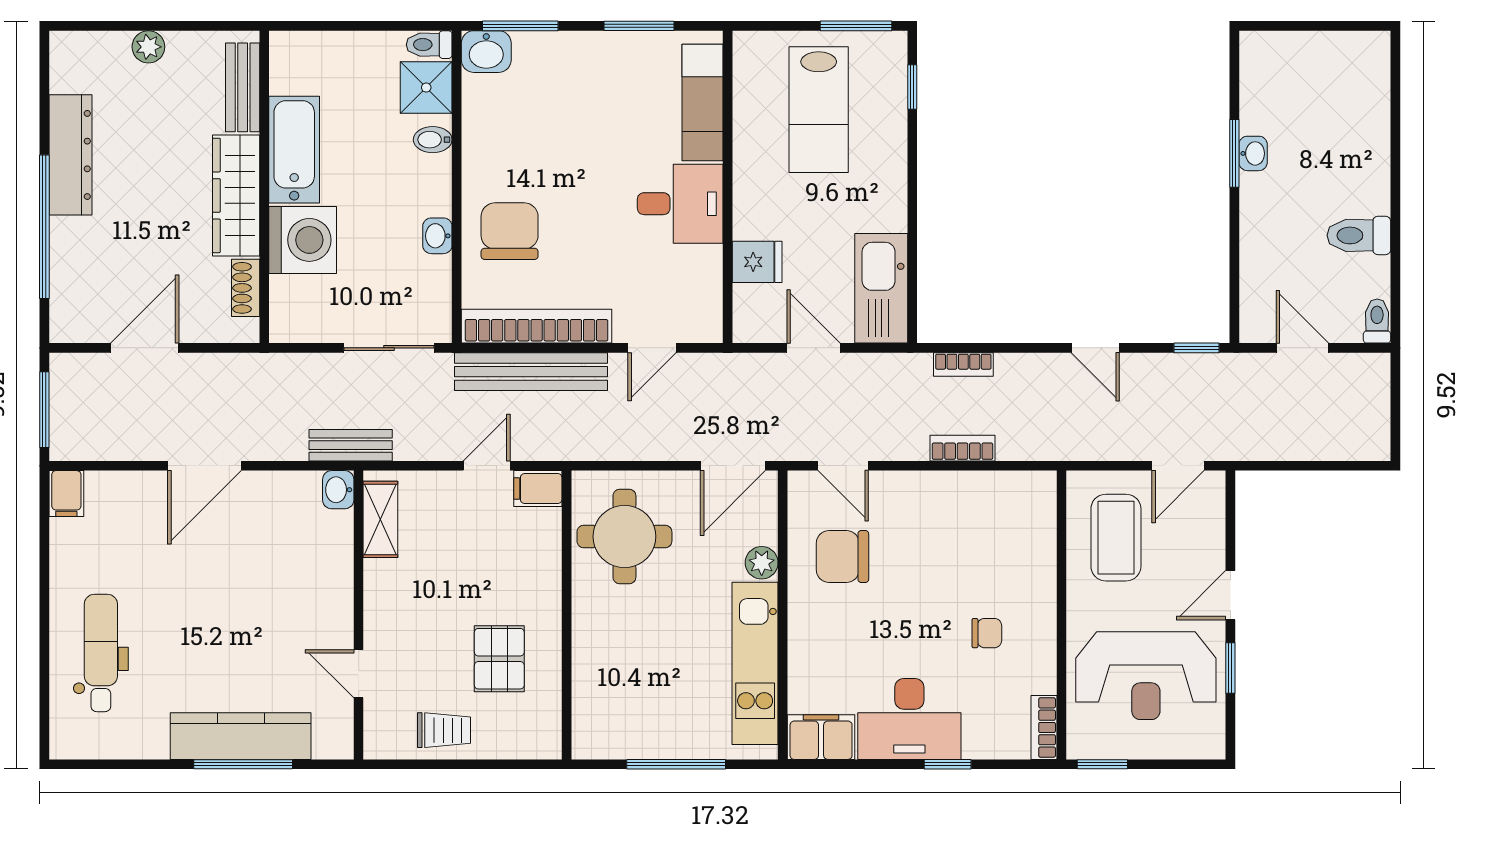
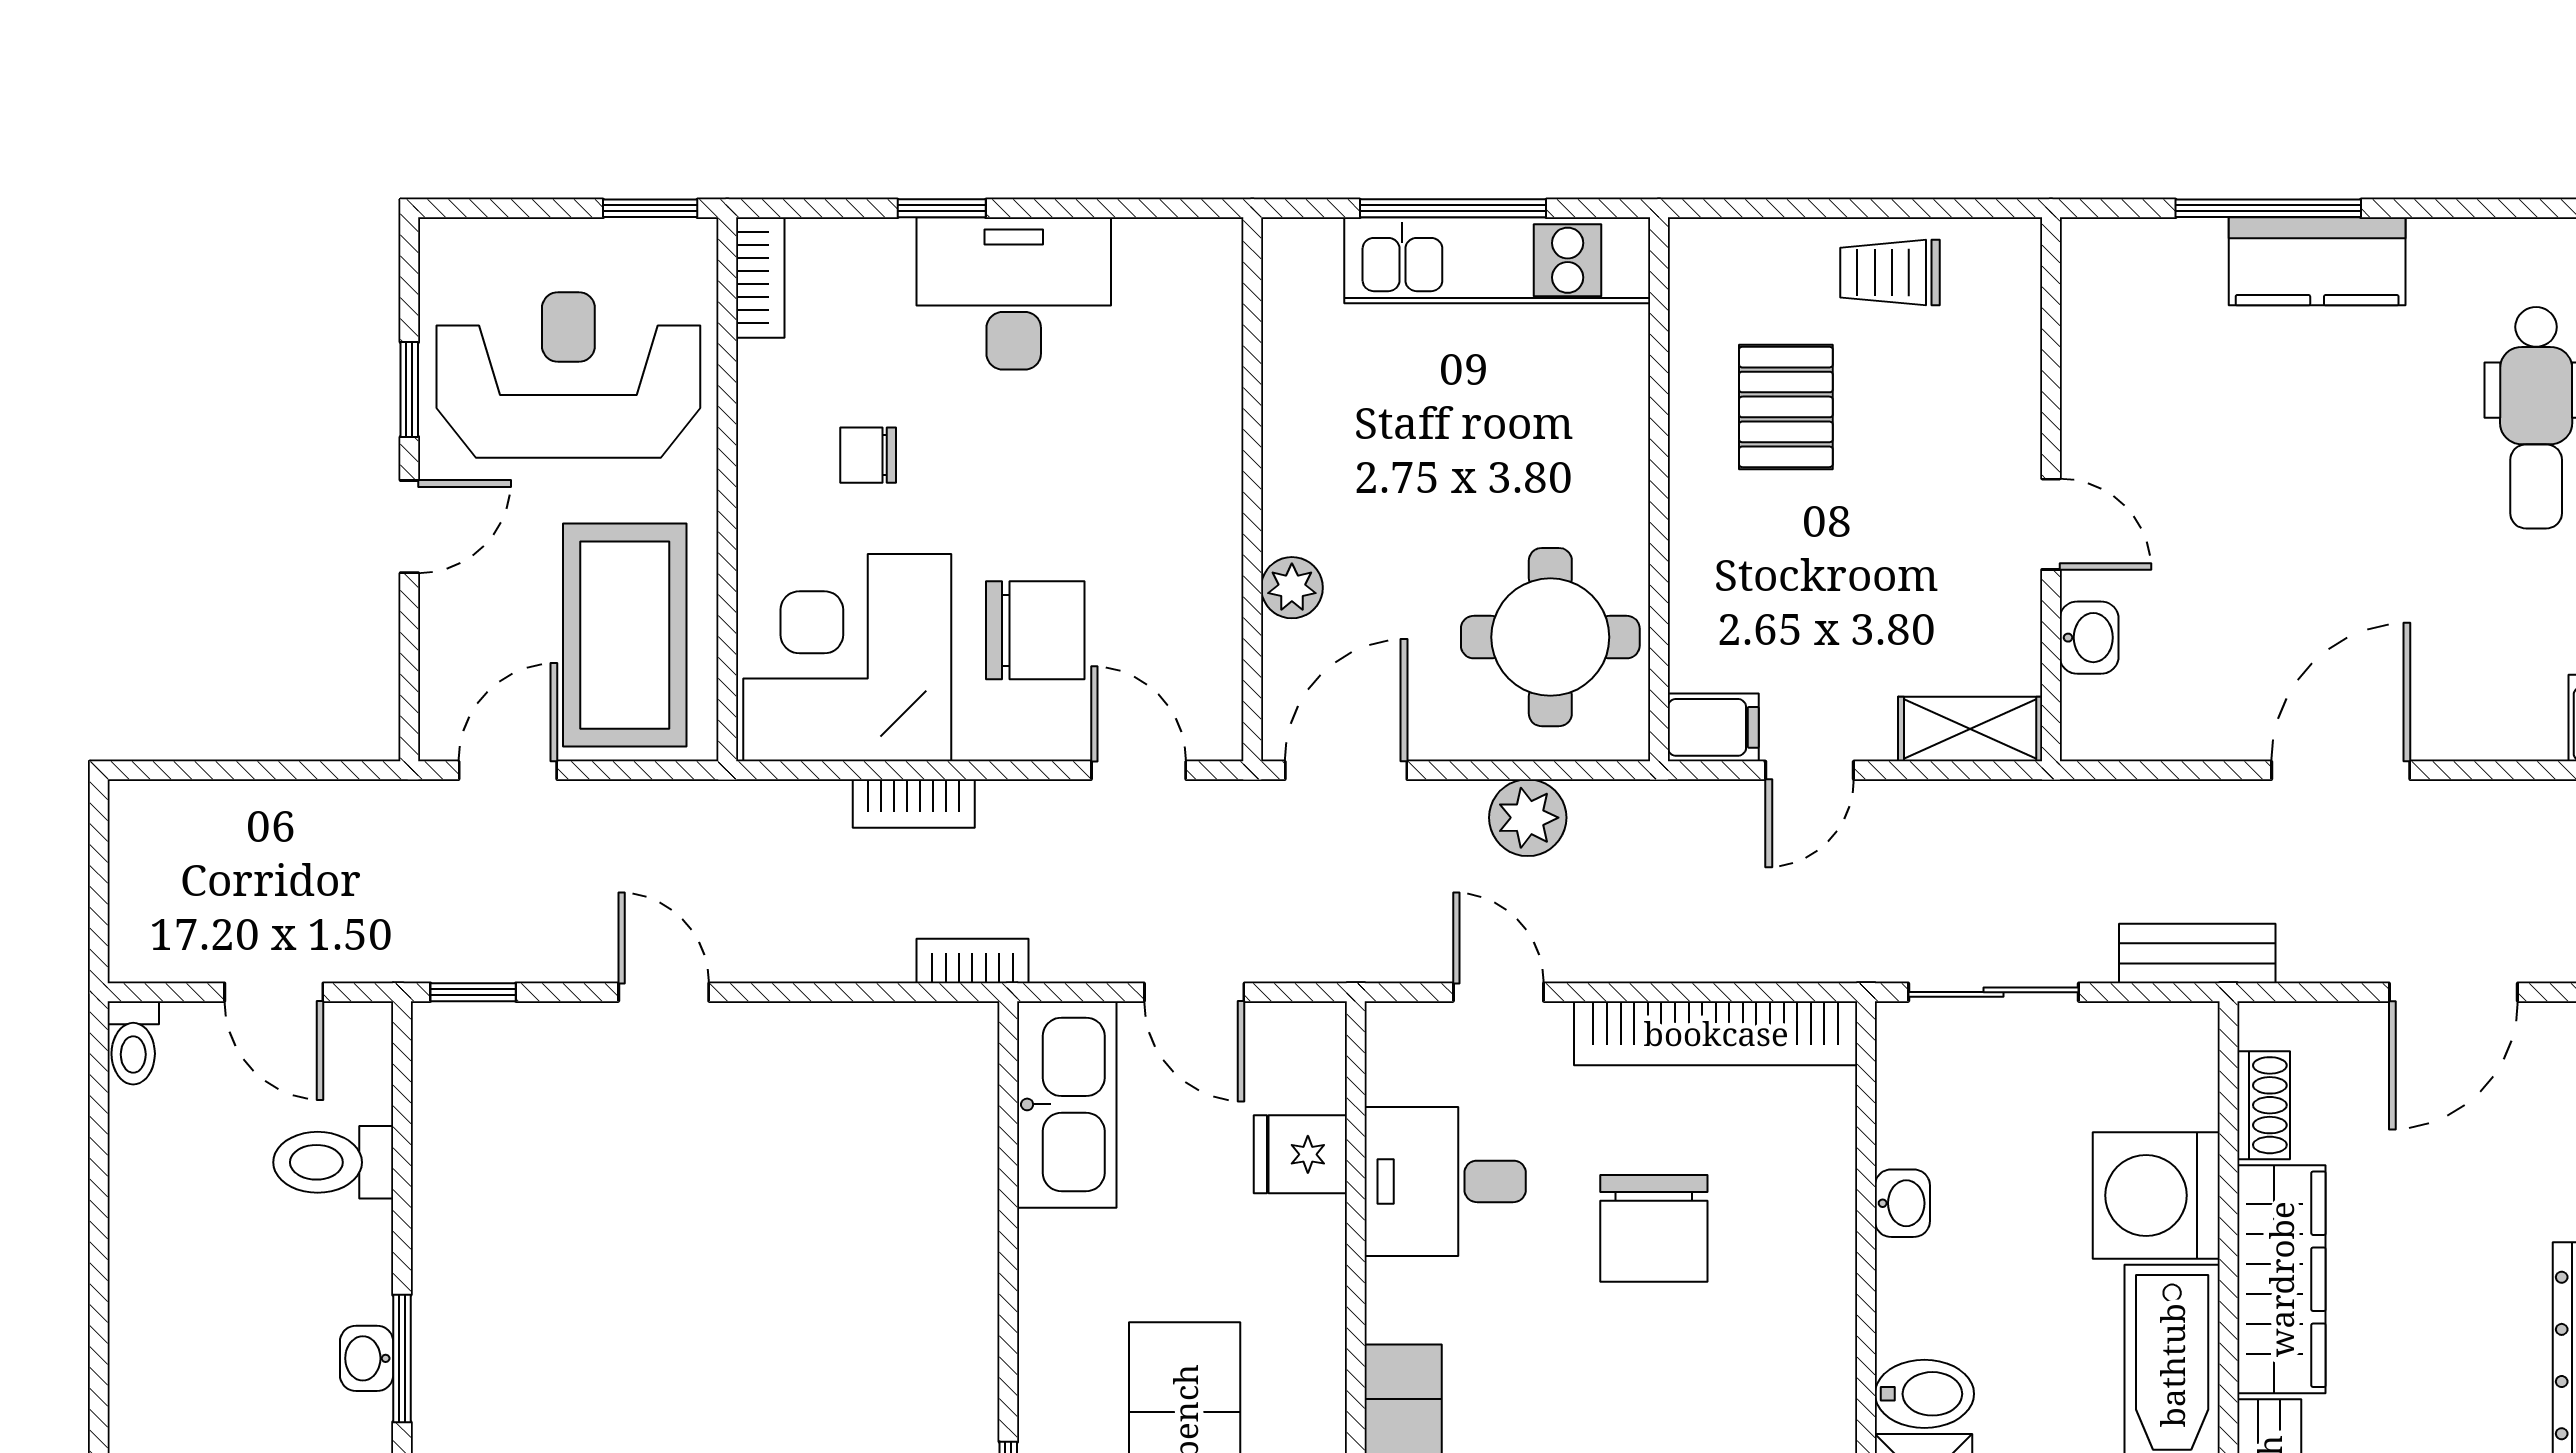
bidet: (433, 140) -> (1924, 1394), width x1.38, depth x1.36
desk: (680, 204) -> (1445, 1181), moved
chair: (510, 231) -> (1654, 1228), moved
toilet: (1359, 235) -> (333, 1162), moved, turned 180
door: (652, 348) -> (1498, 992), hinge flipped
bookcase: (963, 365) -> (972, 961), moved
bench: (531, 372) -> (1726, 947), removed
plant: (636, 441) -> (1528, 818), added
bench: (351, 445) -> (2197, 953), moved
washbasin: (338, 490) -> (2089, 638), moved
shelving: (380, 519) -> (1970, 729), moved, turned 90
corner desk: (998, 526) -> (847, 658), added
coffee table: (1116, 538) -> (625, 635), width x1.36, depth x1.32
chair: (842, 556) -> (1035, 630), moved
kitchen unit: (755, 663) -> (1497, 260), moved, turned 90
door: (359, 674) -> (2051, 524), moved
kitchen counter: (241, 736) -> (2317, 261), width x0.67
filing cabinet: (821, 737) -> (1180, 259), removed

